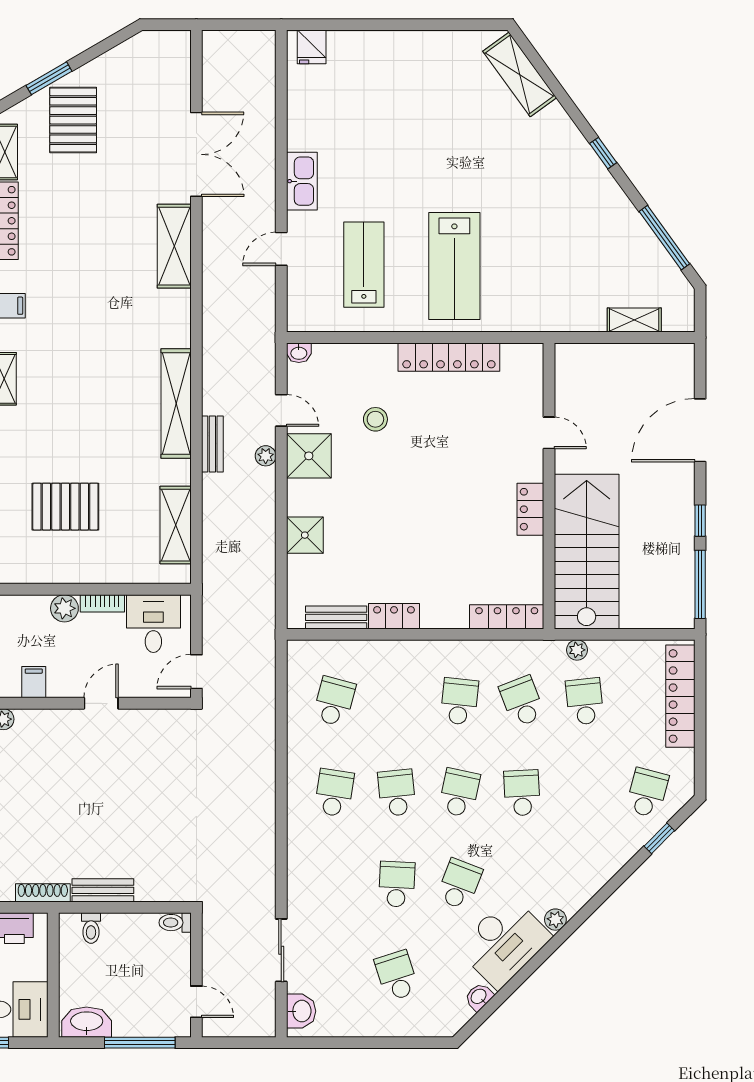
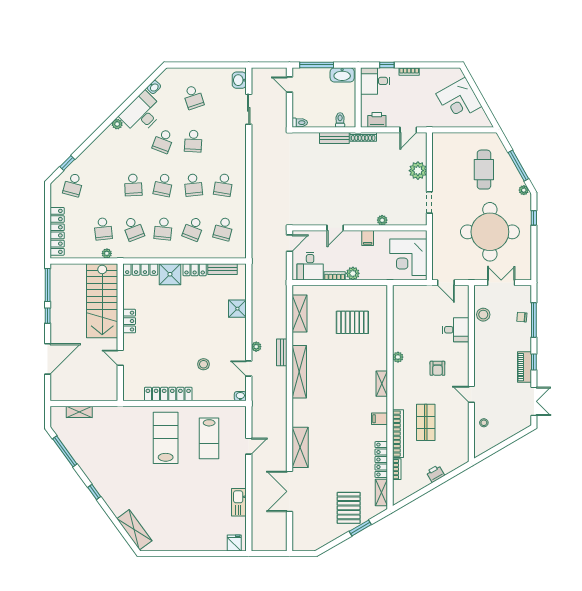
kitchen sink: (302, 181) -> (239, 502), moved
shower: (309, 456) -> (170, 274), moved
school desk: (397, 701) -> (193, 229), added

